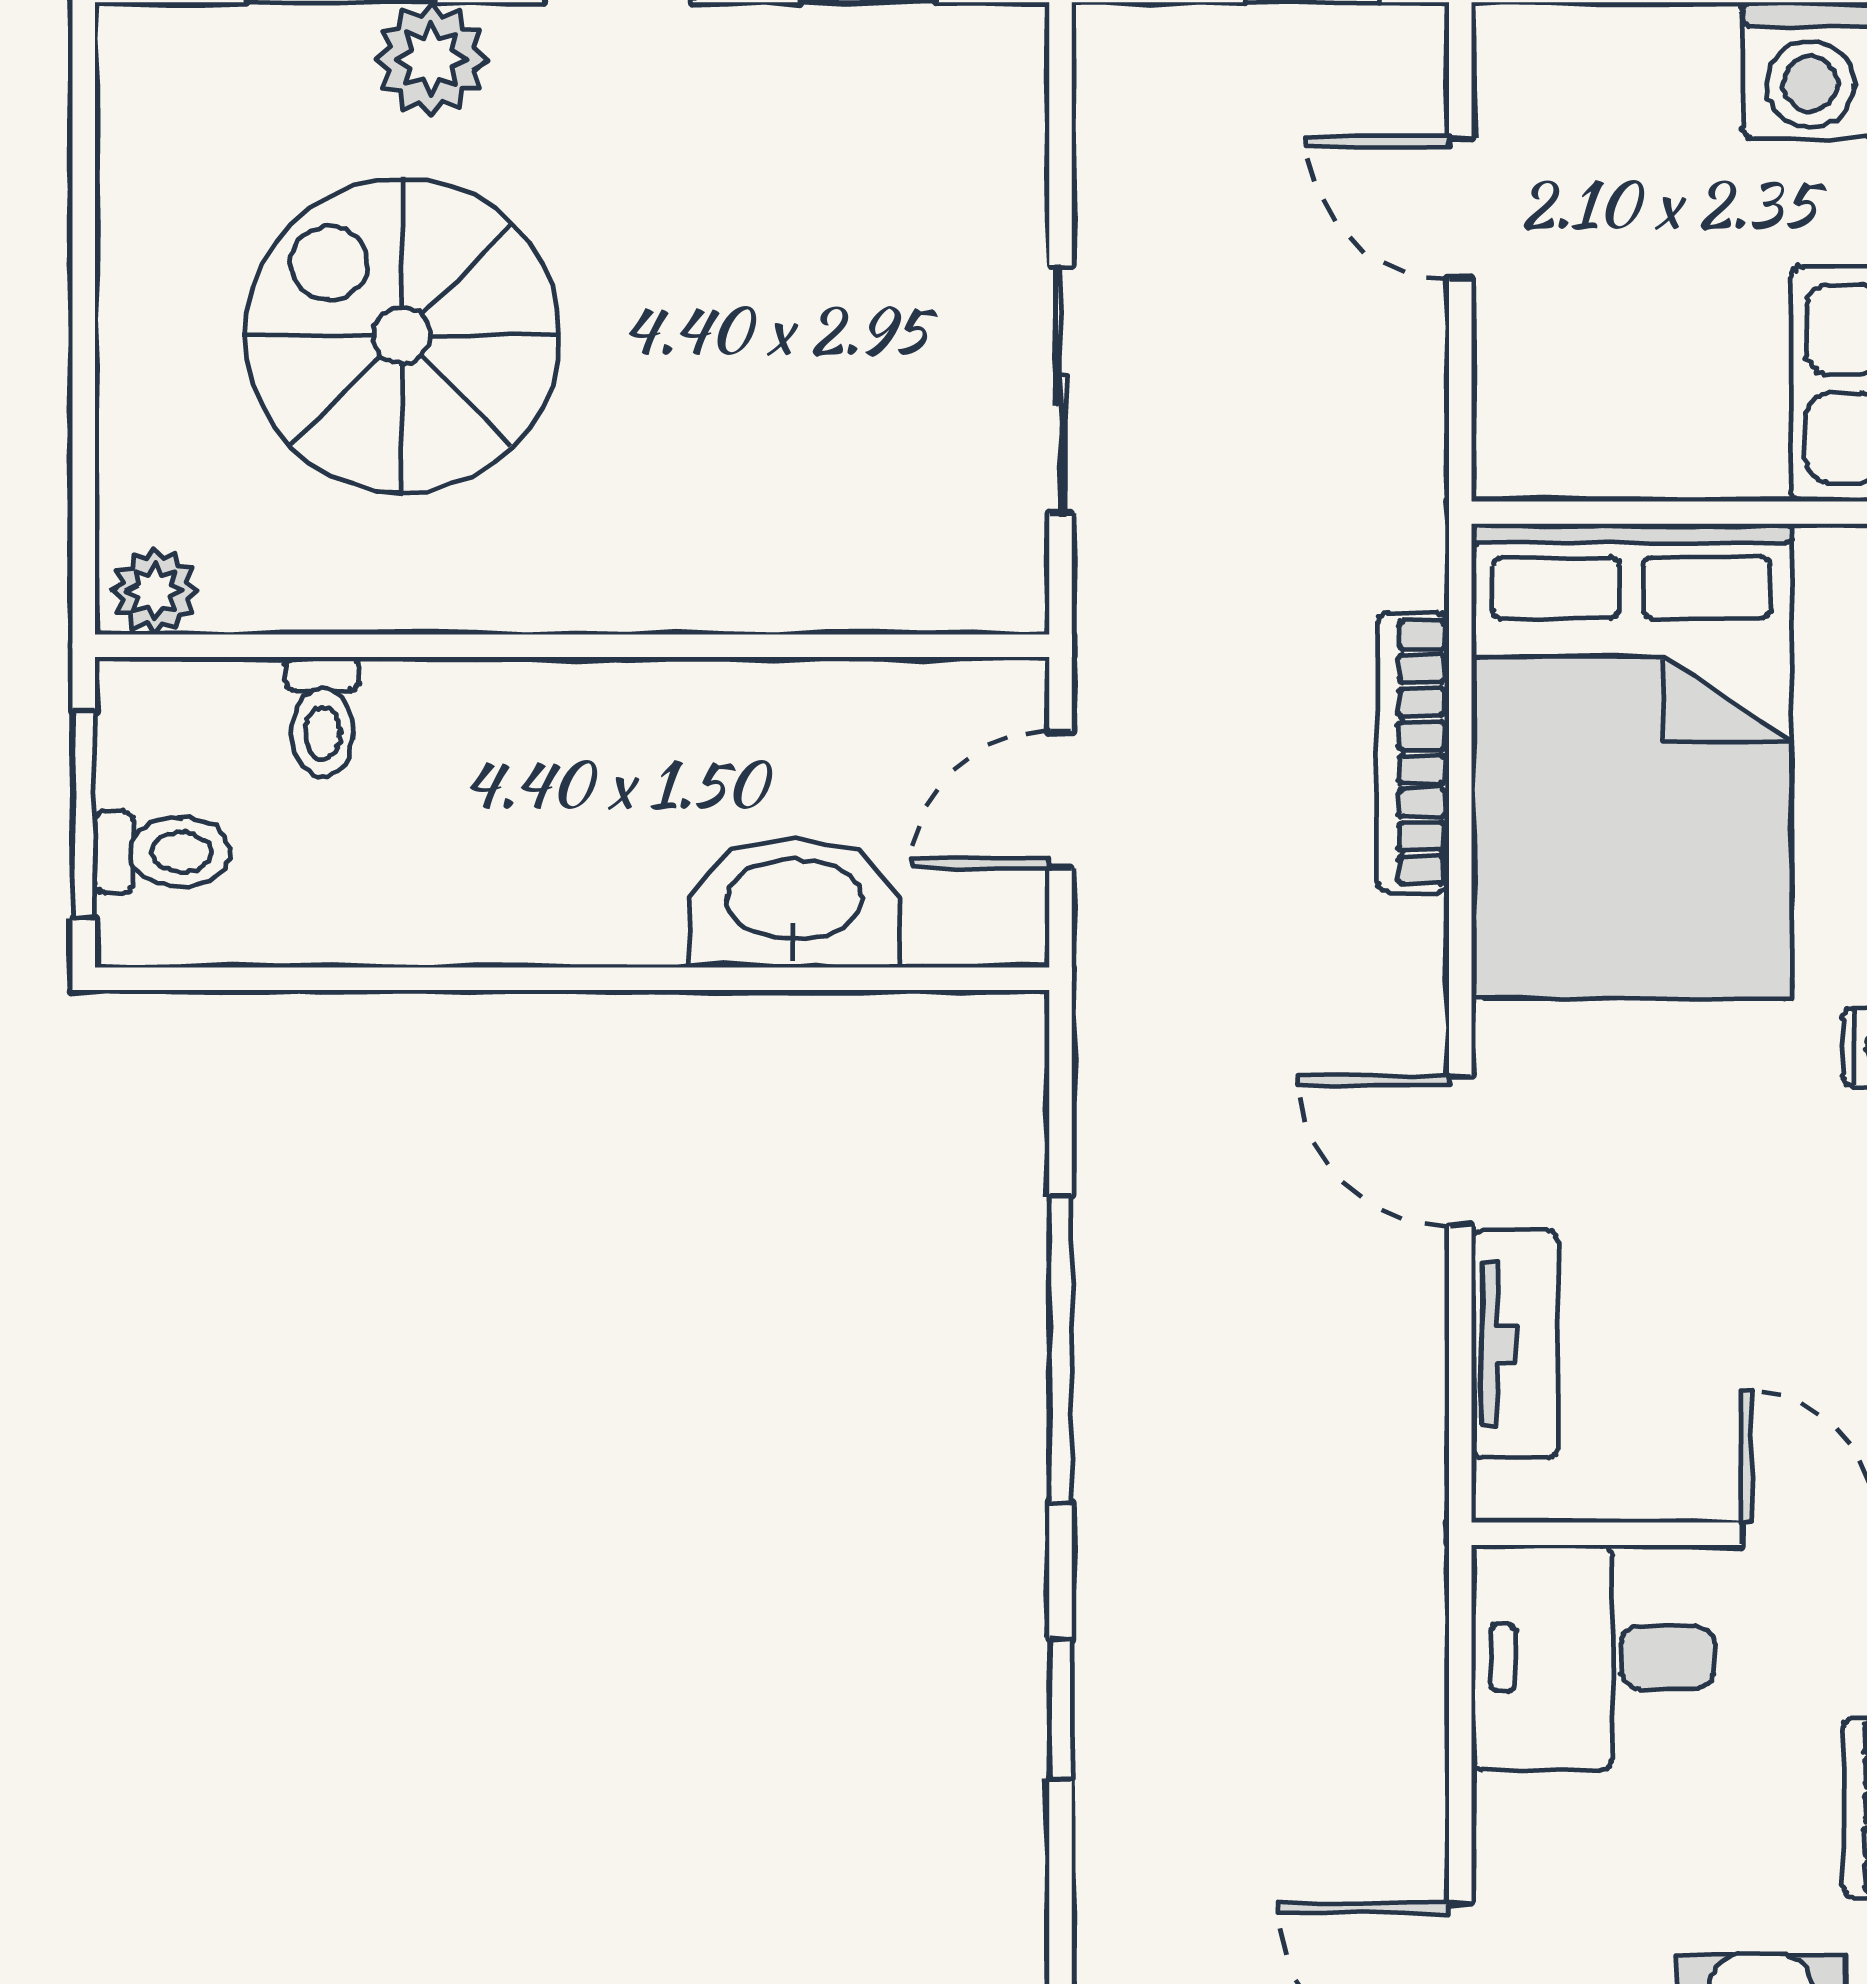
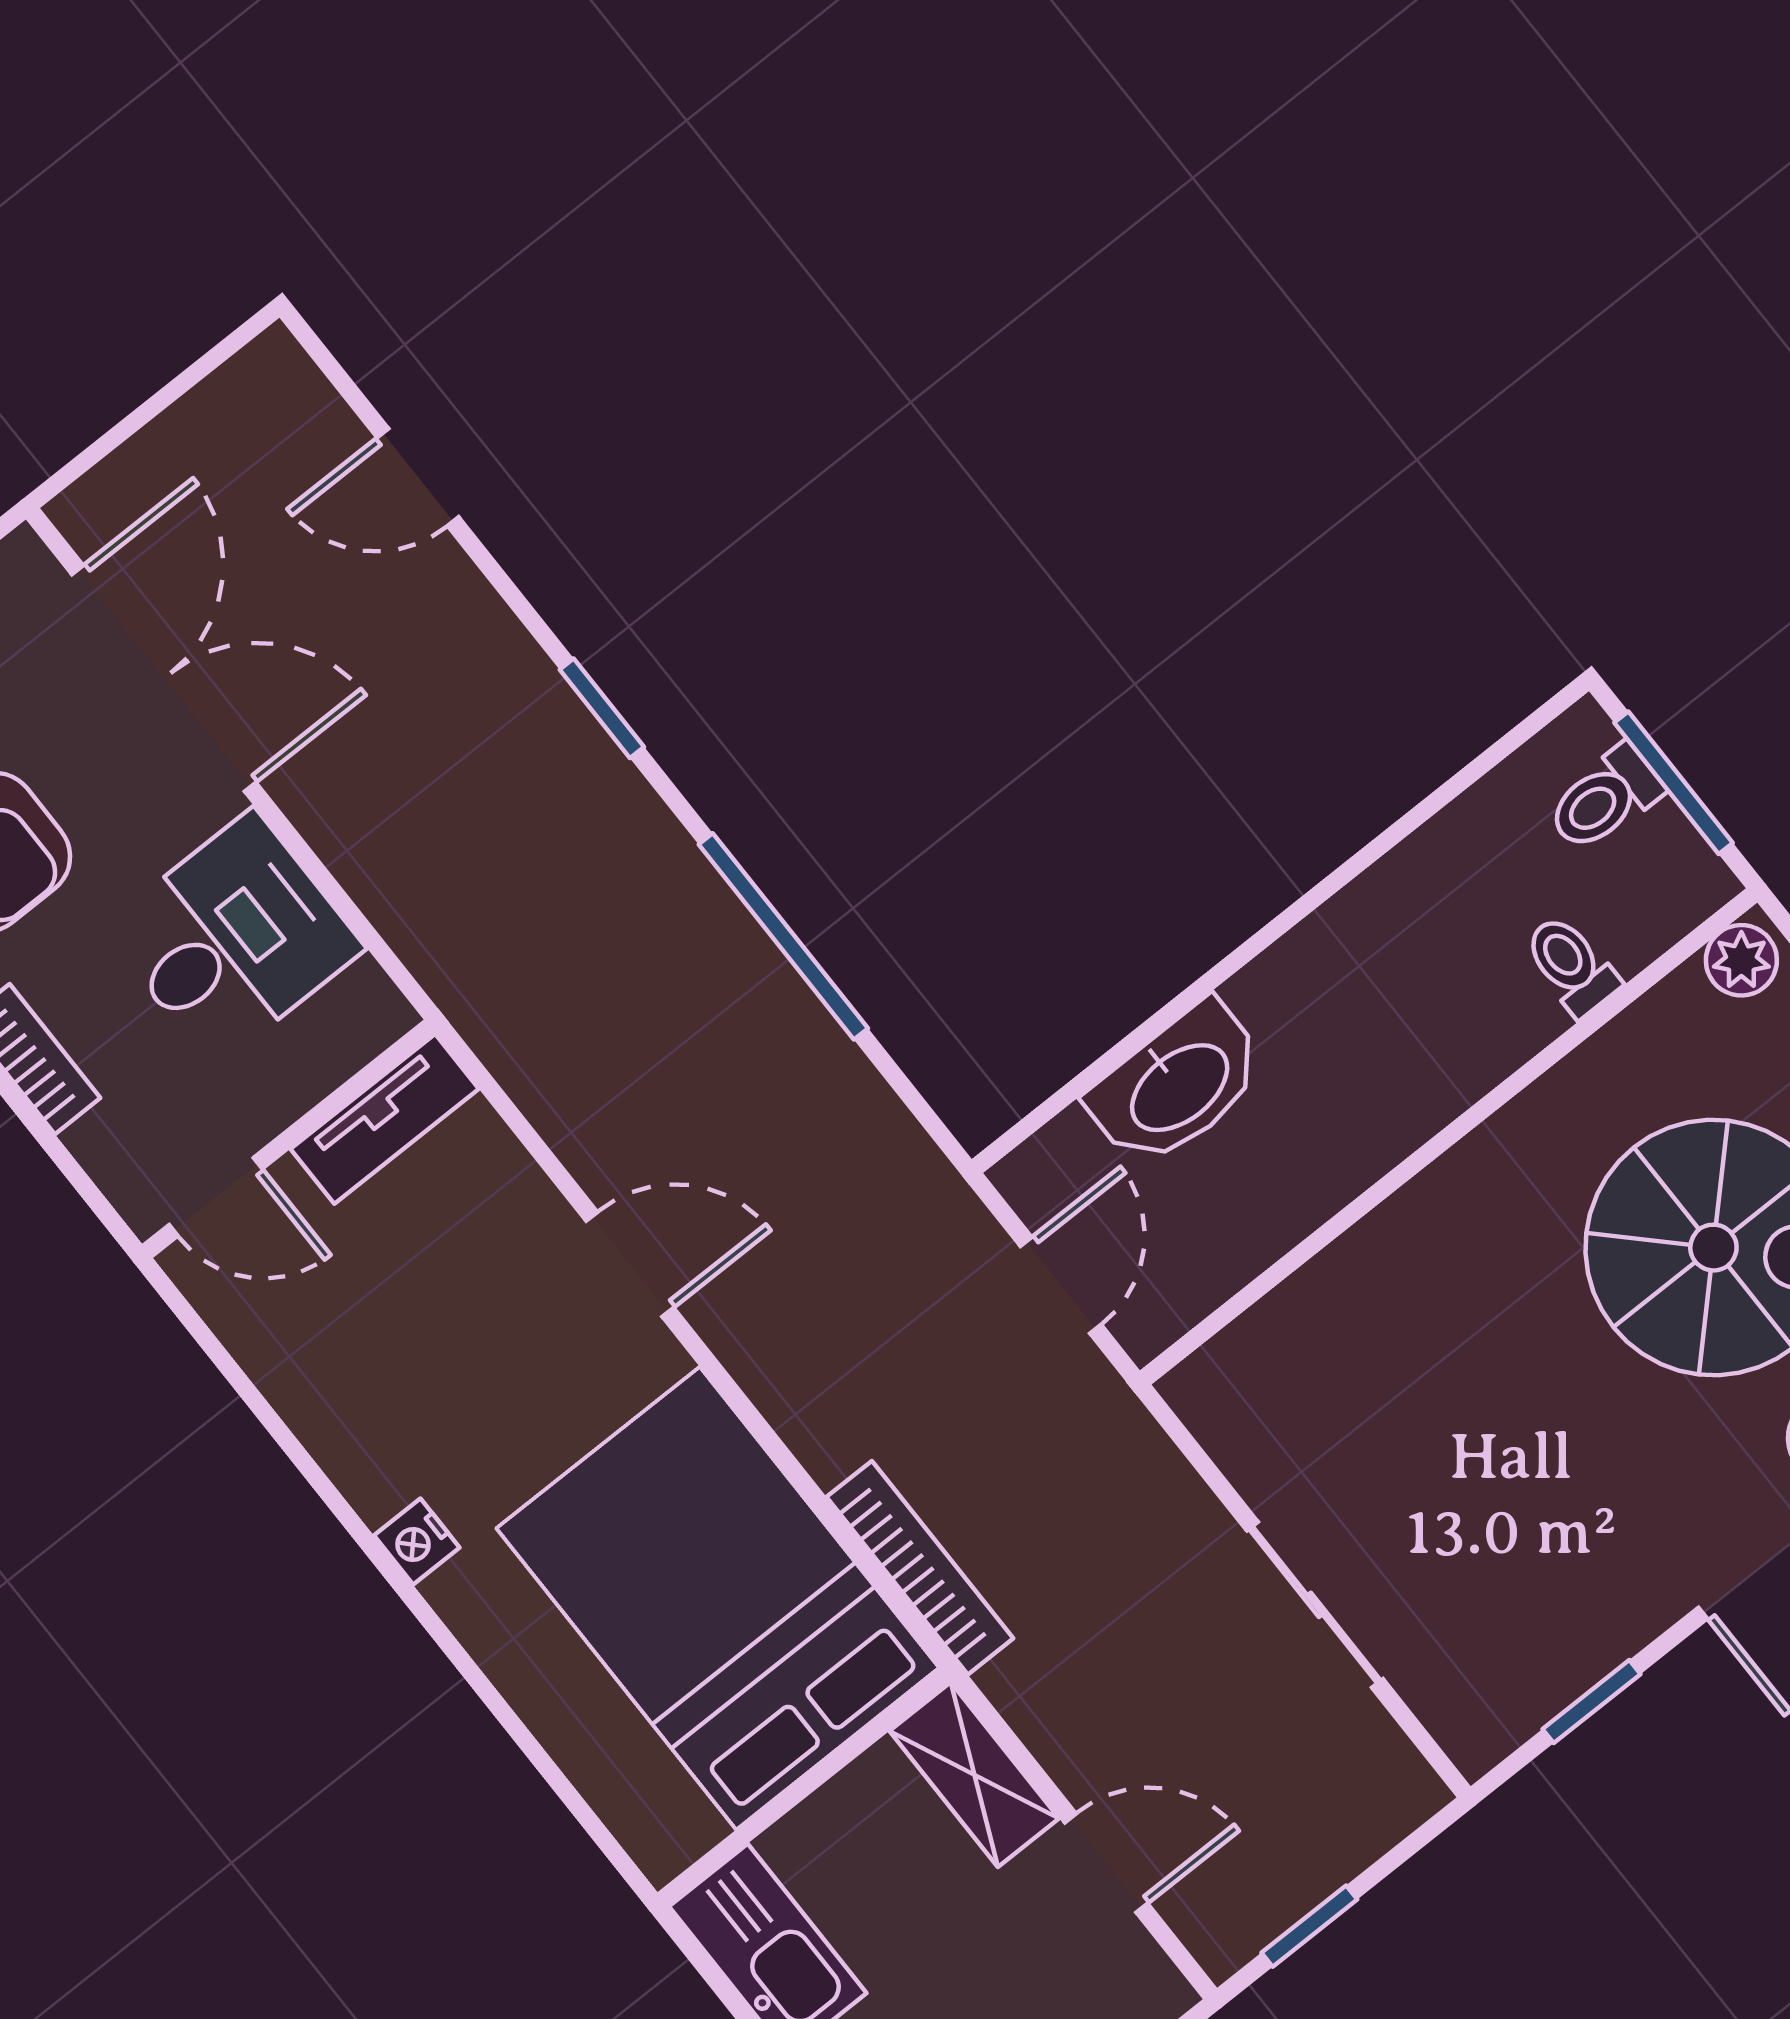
sliding door: (1061, 390) -> (1315, 1605), moved
shelving: (1520, 394) -> (974, 1775), added
bookcase: (1413, 752) -> (920, 1568), moved
tv unit: (1515, 1344) -> (385, 1119), moved, turned -90
desk: (1593, 1657) -> (233, 938), moved

